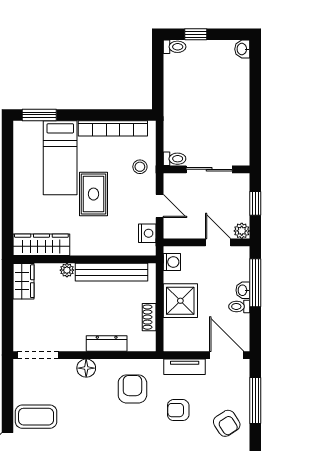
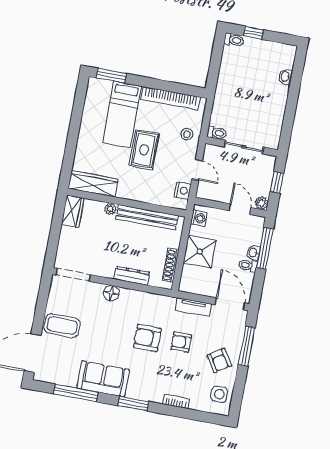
washbasin: (242, 49) -> (285, 76), moved
shoe rack: (149, 317) -> (170, 265), width x1.43
armchair: (132, 389) -> (147, 338), moved, turned -90

